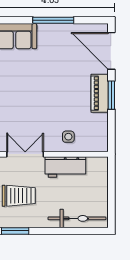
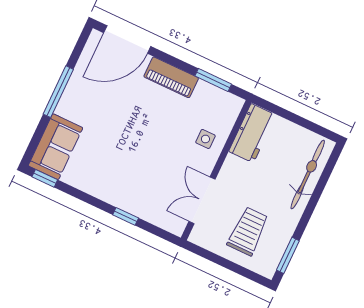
window: (111, 95) -> (213, 80), moved
workbench: (65, 167) -> (252, 133), moved

